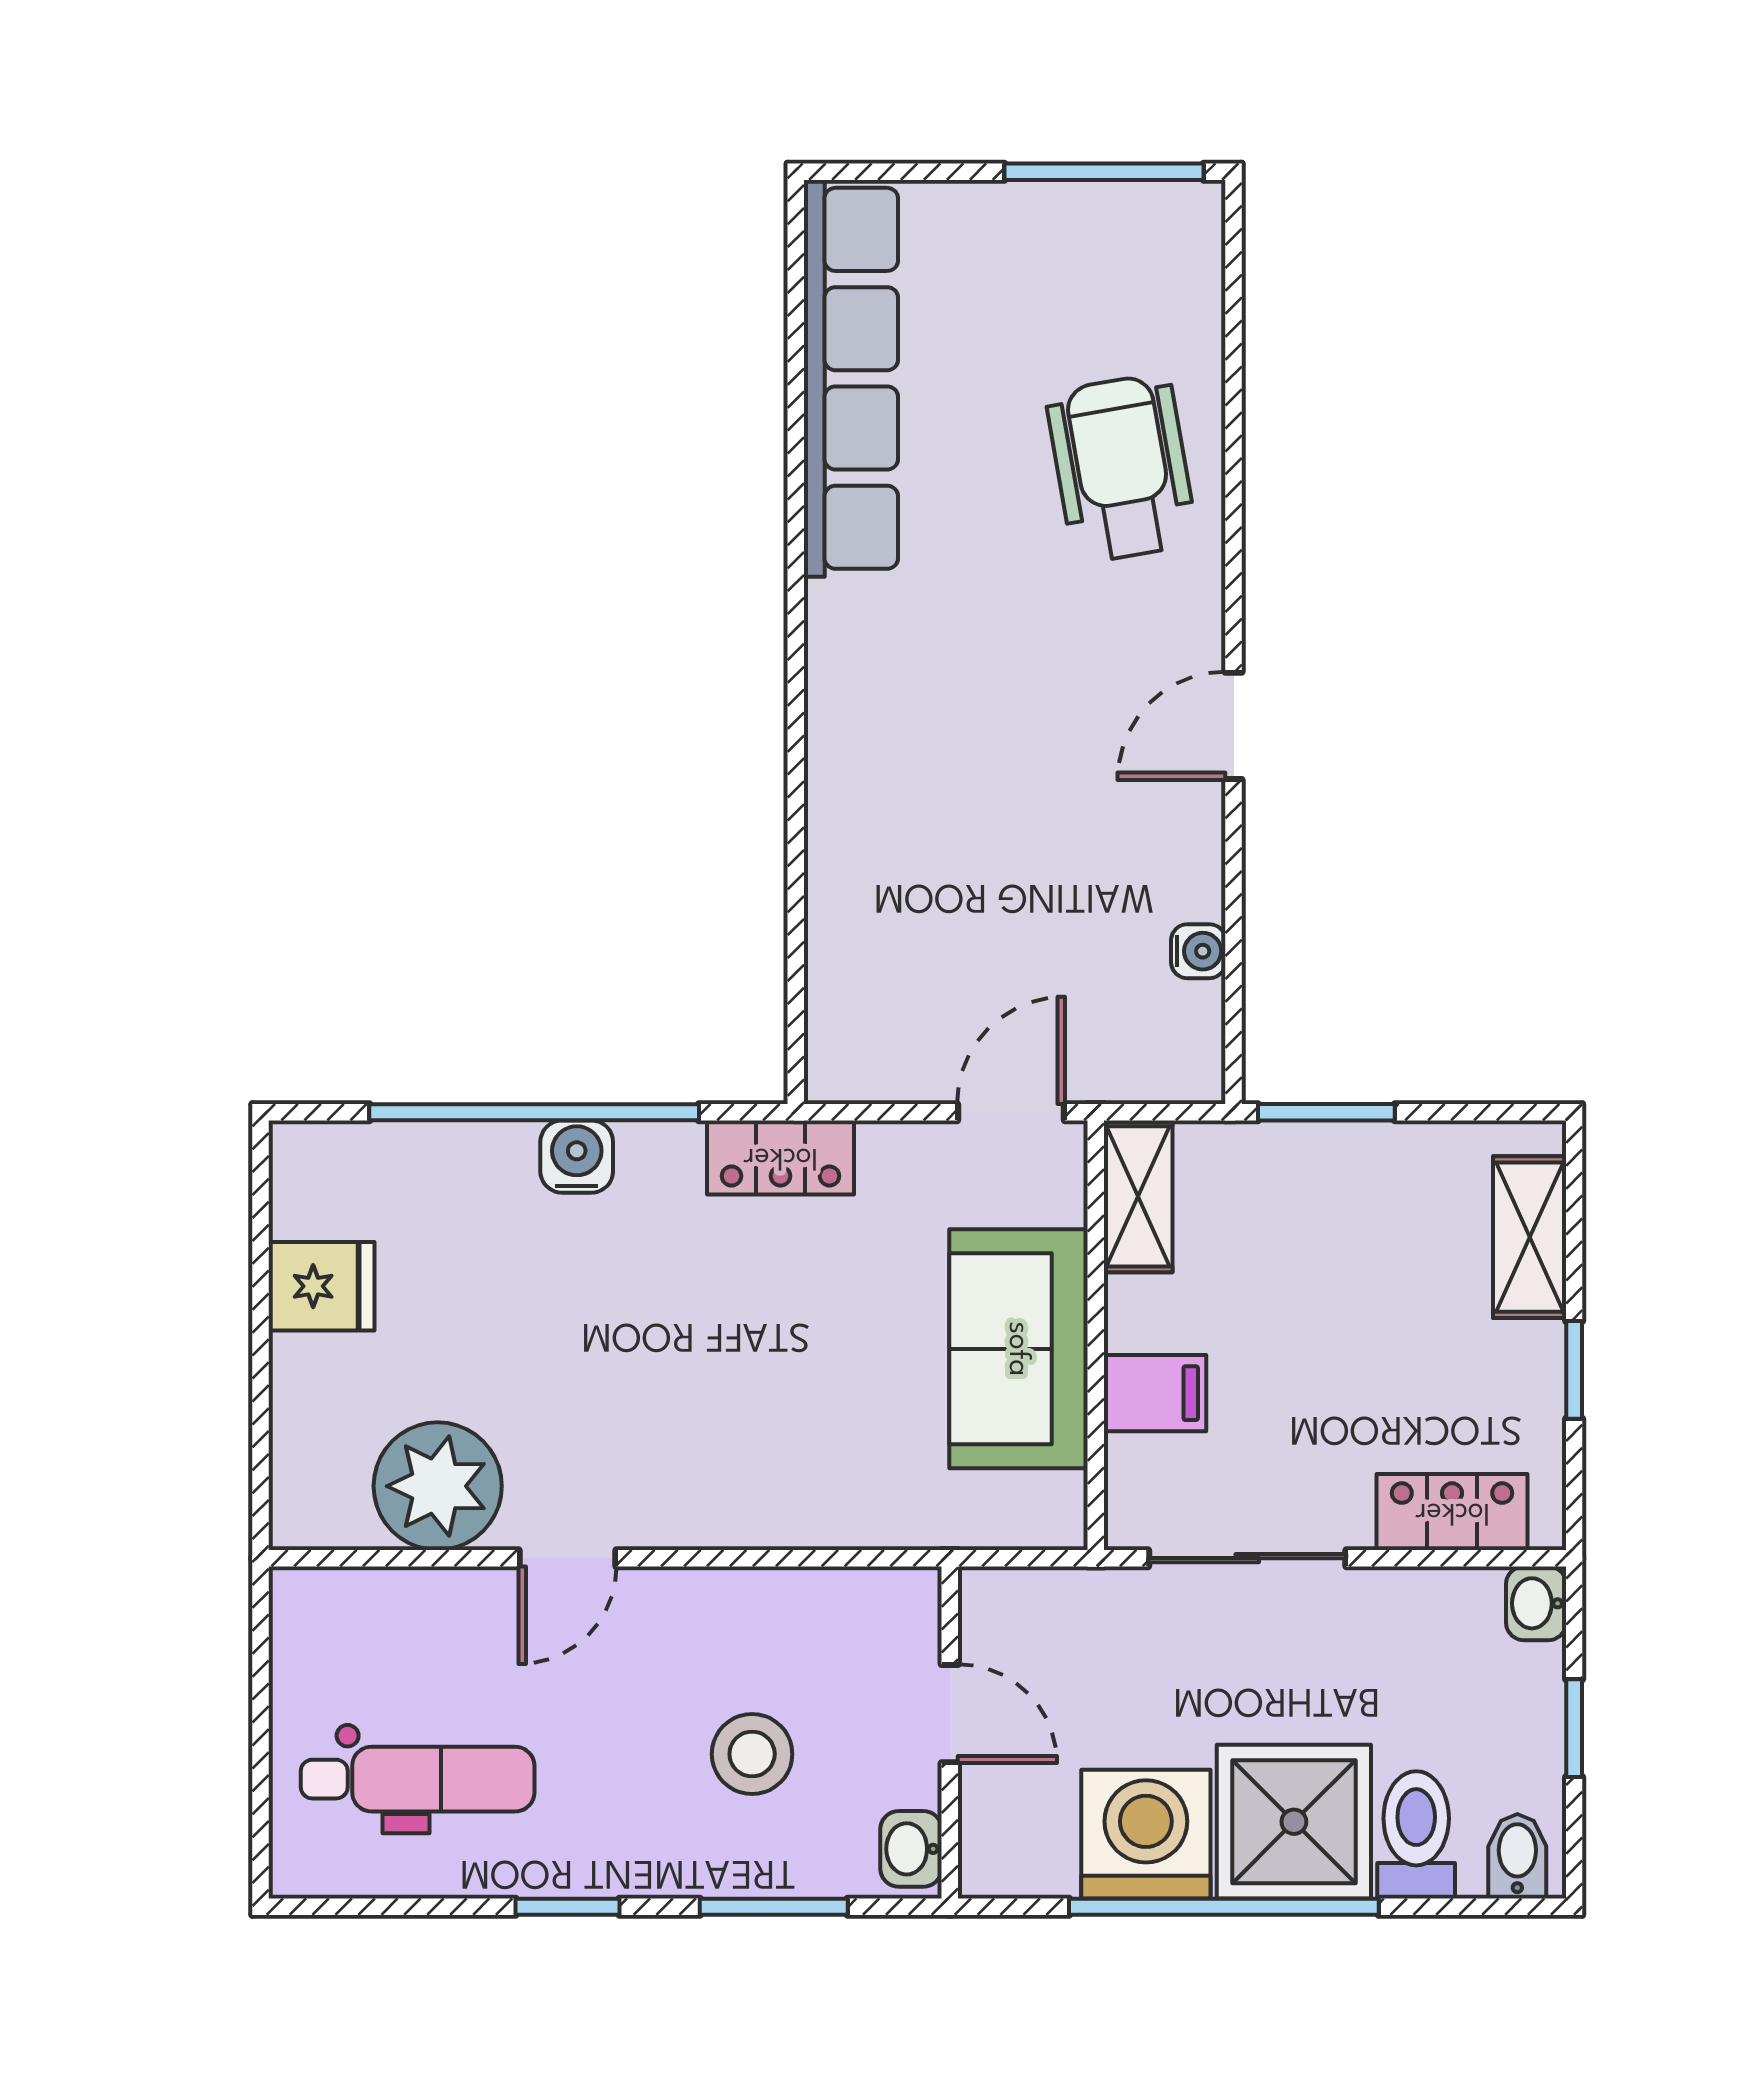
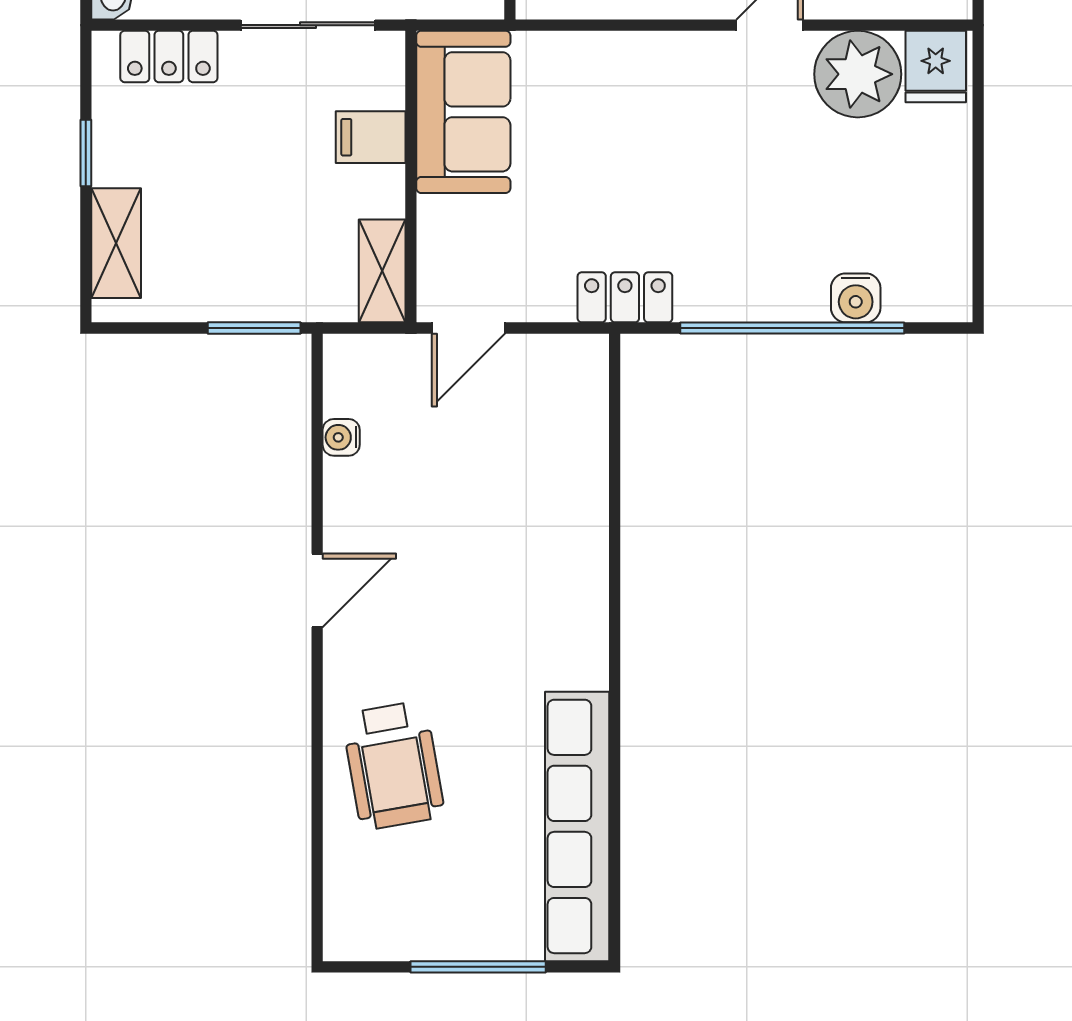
window: (1104, 172) -> (478, 967), moved
water cooler: (577, 1157) -> (856, 298), moved
fridge: (322, 1286) -> (936, 67), moved, turned -90
sofa: (1018, 1349) -> (463, 112), moved

